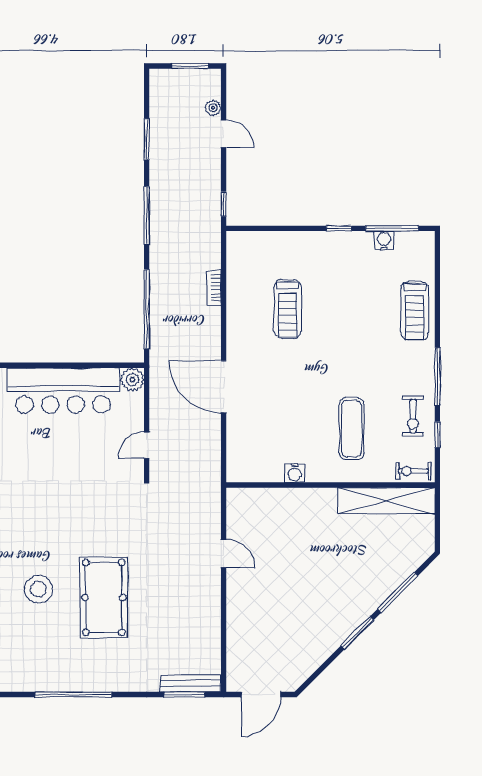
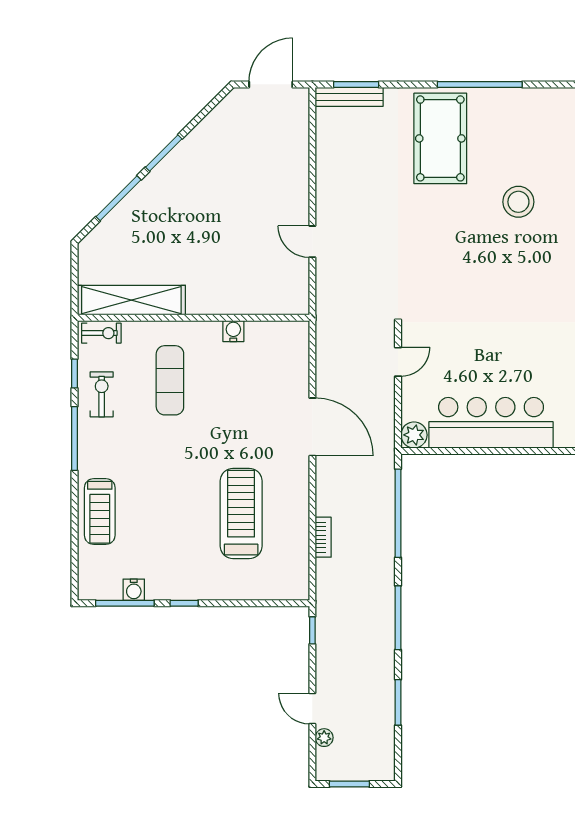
treadmill: (288, 309) -> (241, 514), width x1.37, depth x1.38
treadmill: (415, 311) -> (100, 511), turned 180
pool table: (104, 597) -> (440, 138), moved

